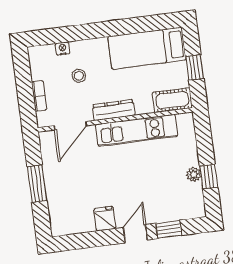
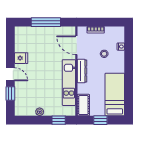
window: (209, 177) -> (59, 120), moved
window: (37, 184) -> (46, 22), width x1.44

